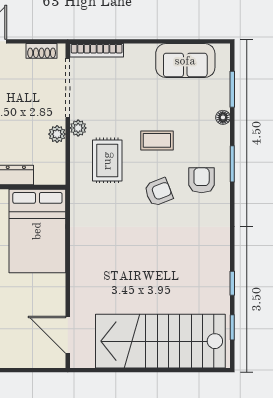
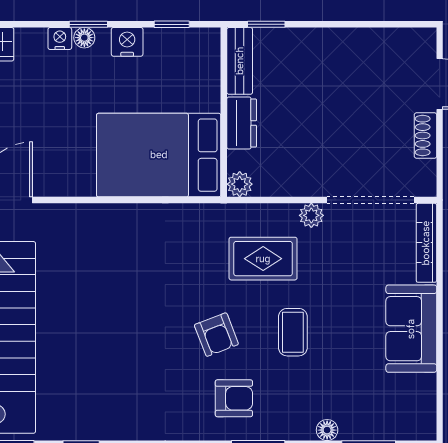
shoe rack: (42, 51) -> (425, 136), moved
sofa: (185, 61) -> (411, 329), moved
plant: (57, 134) -> (240, 184), moved

